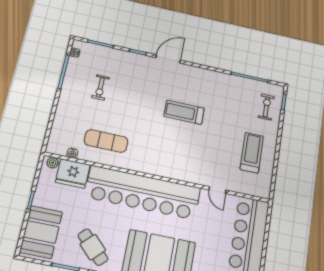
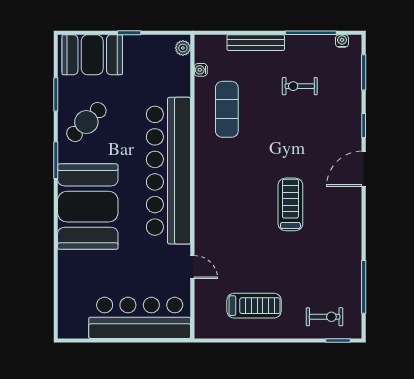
door: (168, 59) -> (364, 169), swing flipped
bench: (61, 110) -> (256, 43), added
fridge: (73, 174) -> (174, 76), removed
door: (217, 190) -> (192, 267), swing flipped

